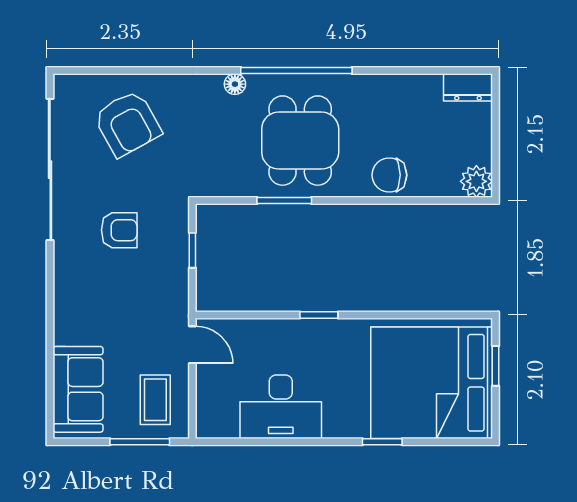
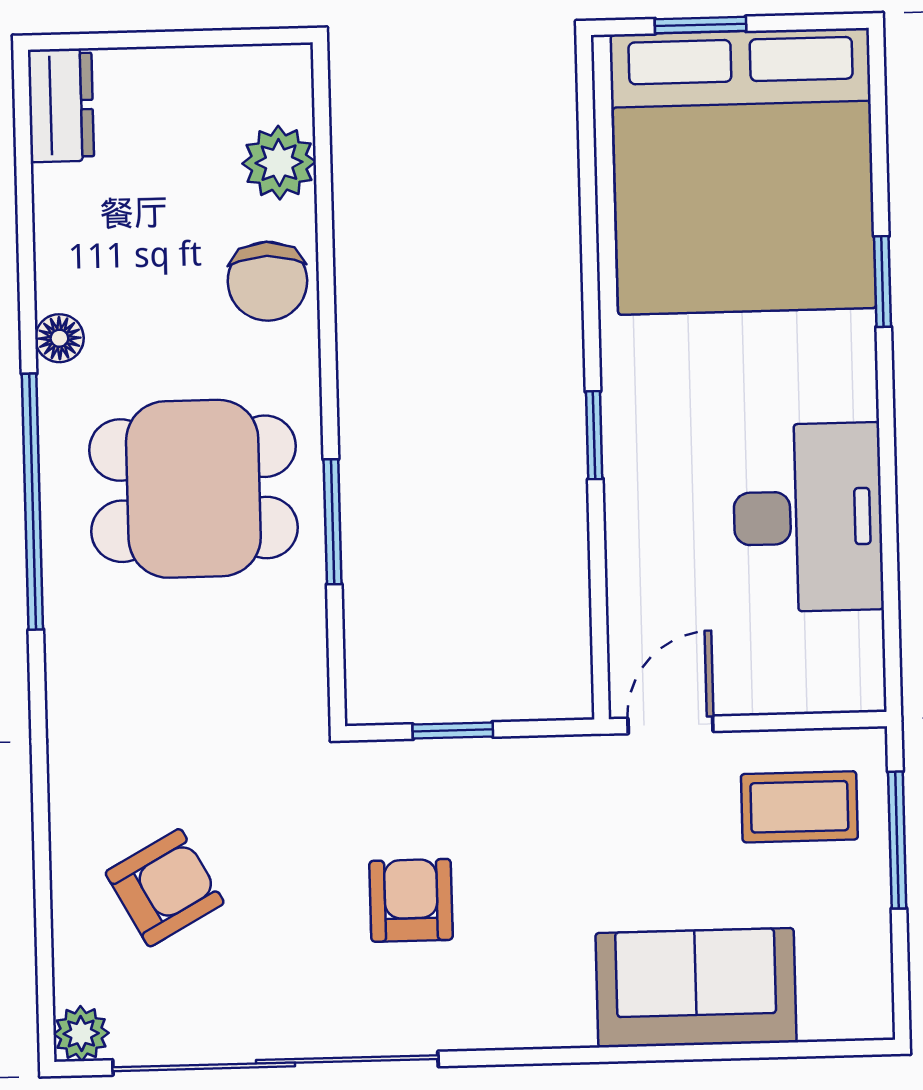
floor lamp: (235, 84) -> (59, 338), moved
plant: (65, 86) -> (81, 1033), added
armchair: (127, 124) -> (165, 888), width x0.72, depth x0.72
plant: (476, 181) -> (279, 163), moved
sofa: (78, 389) -> (696, 988), moved

